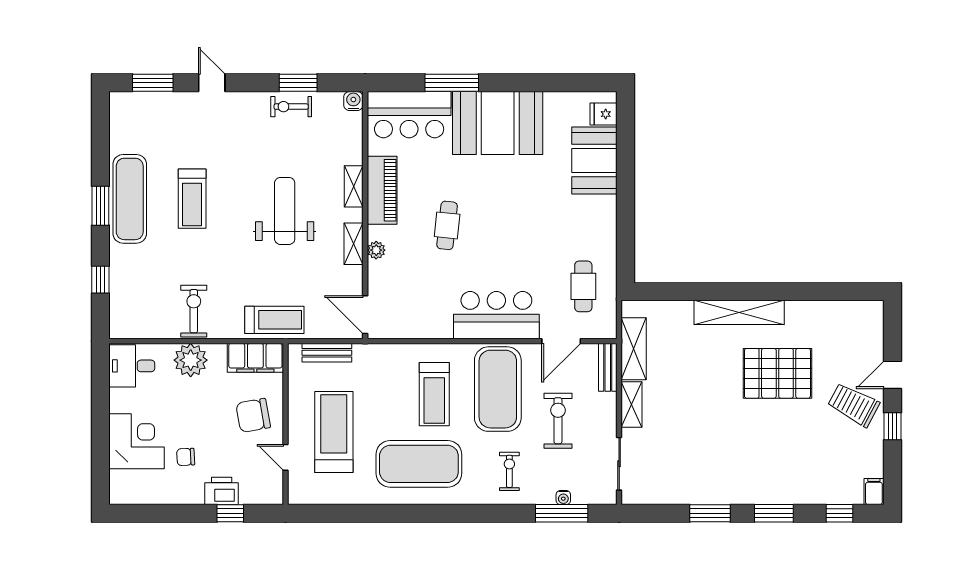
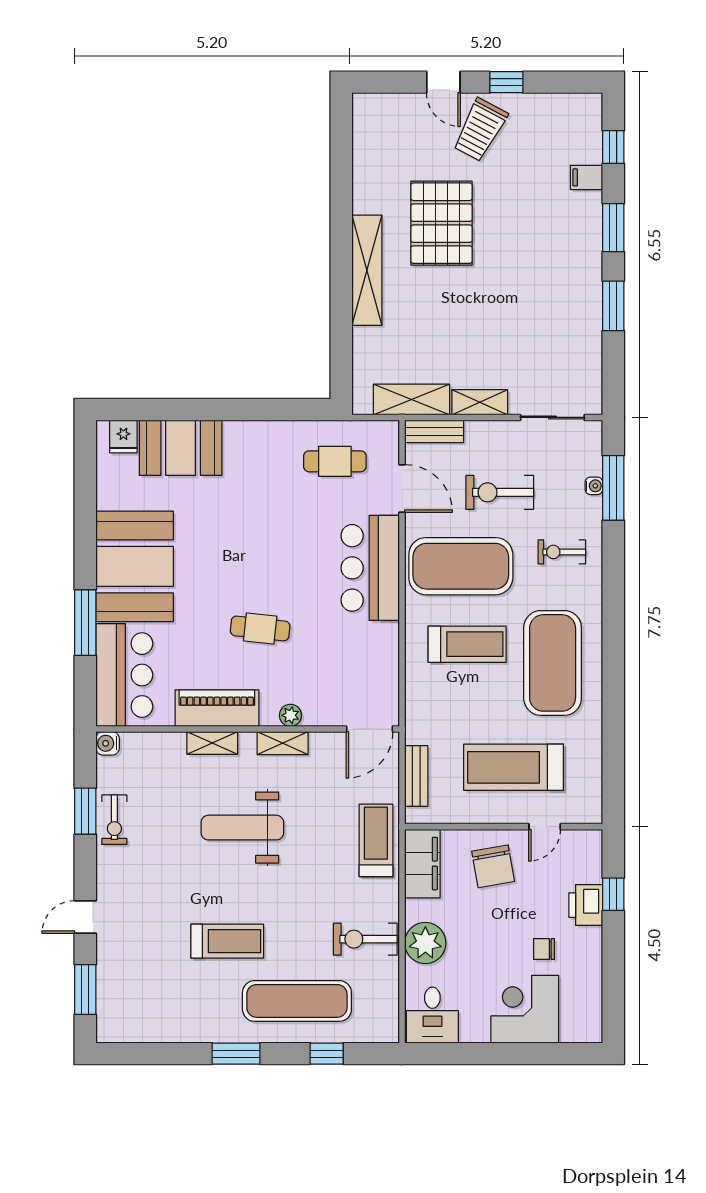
exercise mat: (130, 199) -> (297, 1001), moved
chair: (186, 457) -> (544, 949), turned 93
filing cabinet: (874, 492) -> (587, 177), moved

